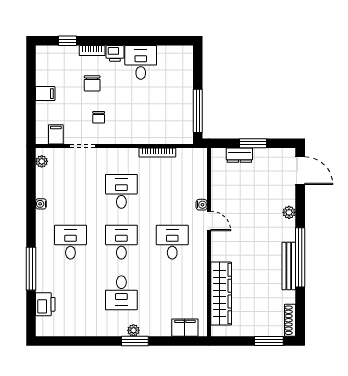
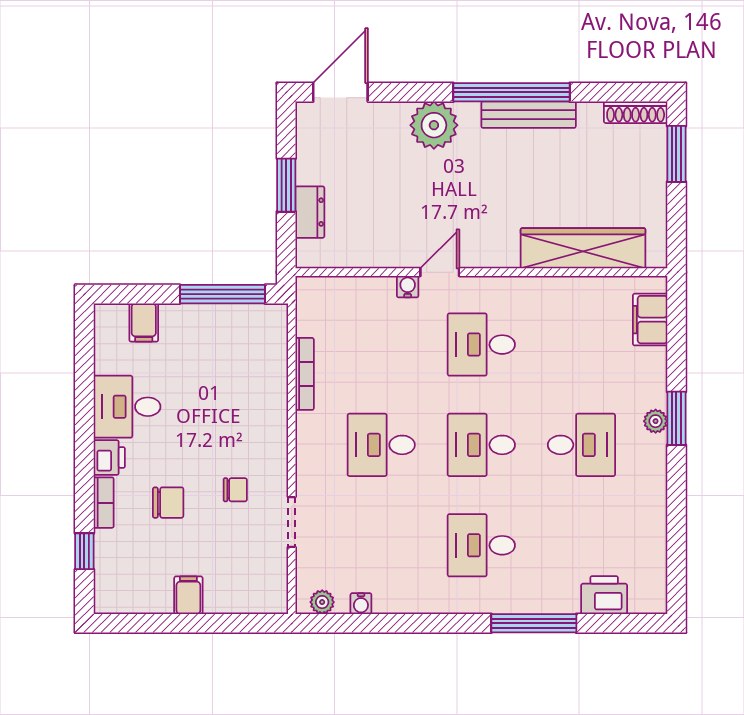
filing cabinet: (56, 134) -> (144, 322), moved, turned -90
water cooler: (41, 204) -> (361, 604), moved
plant: (289, 212) -> (434, 125), width x1.88, depth x1.88

